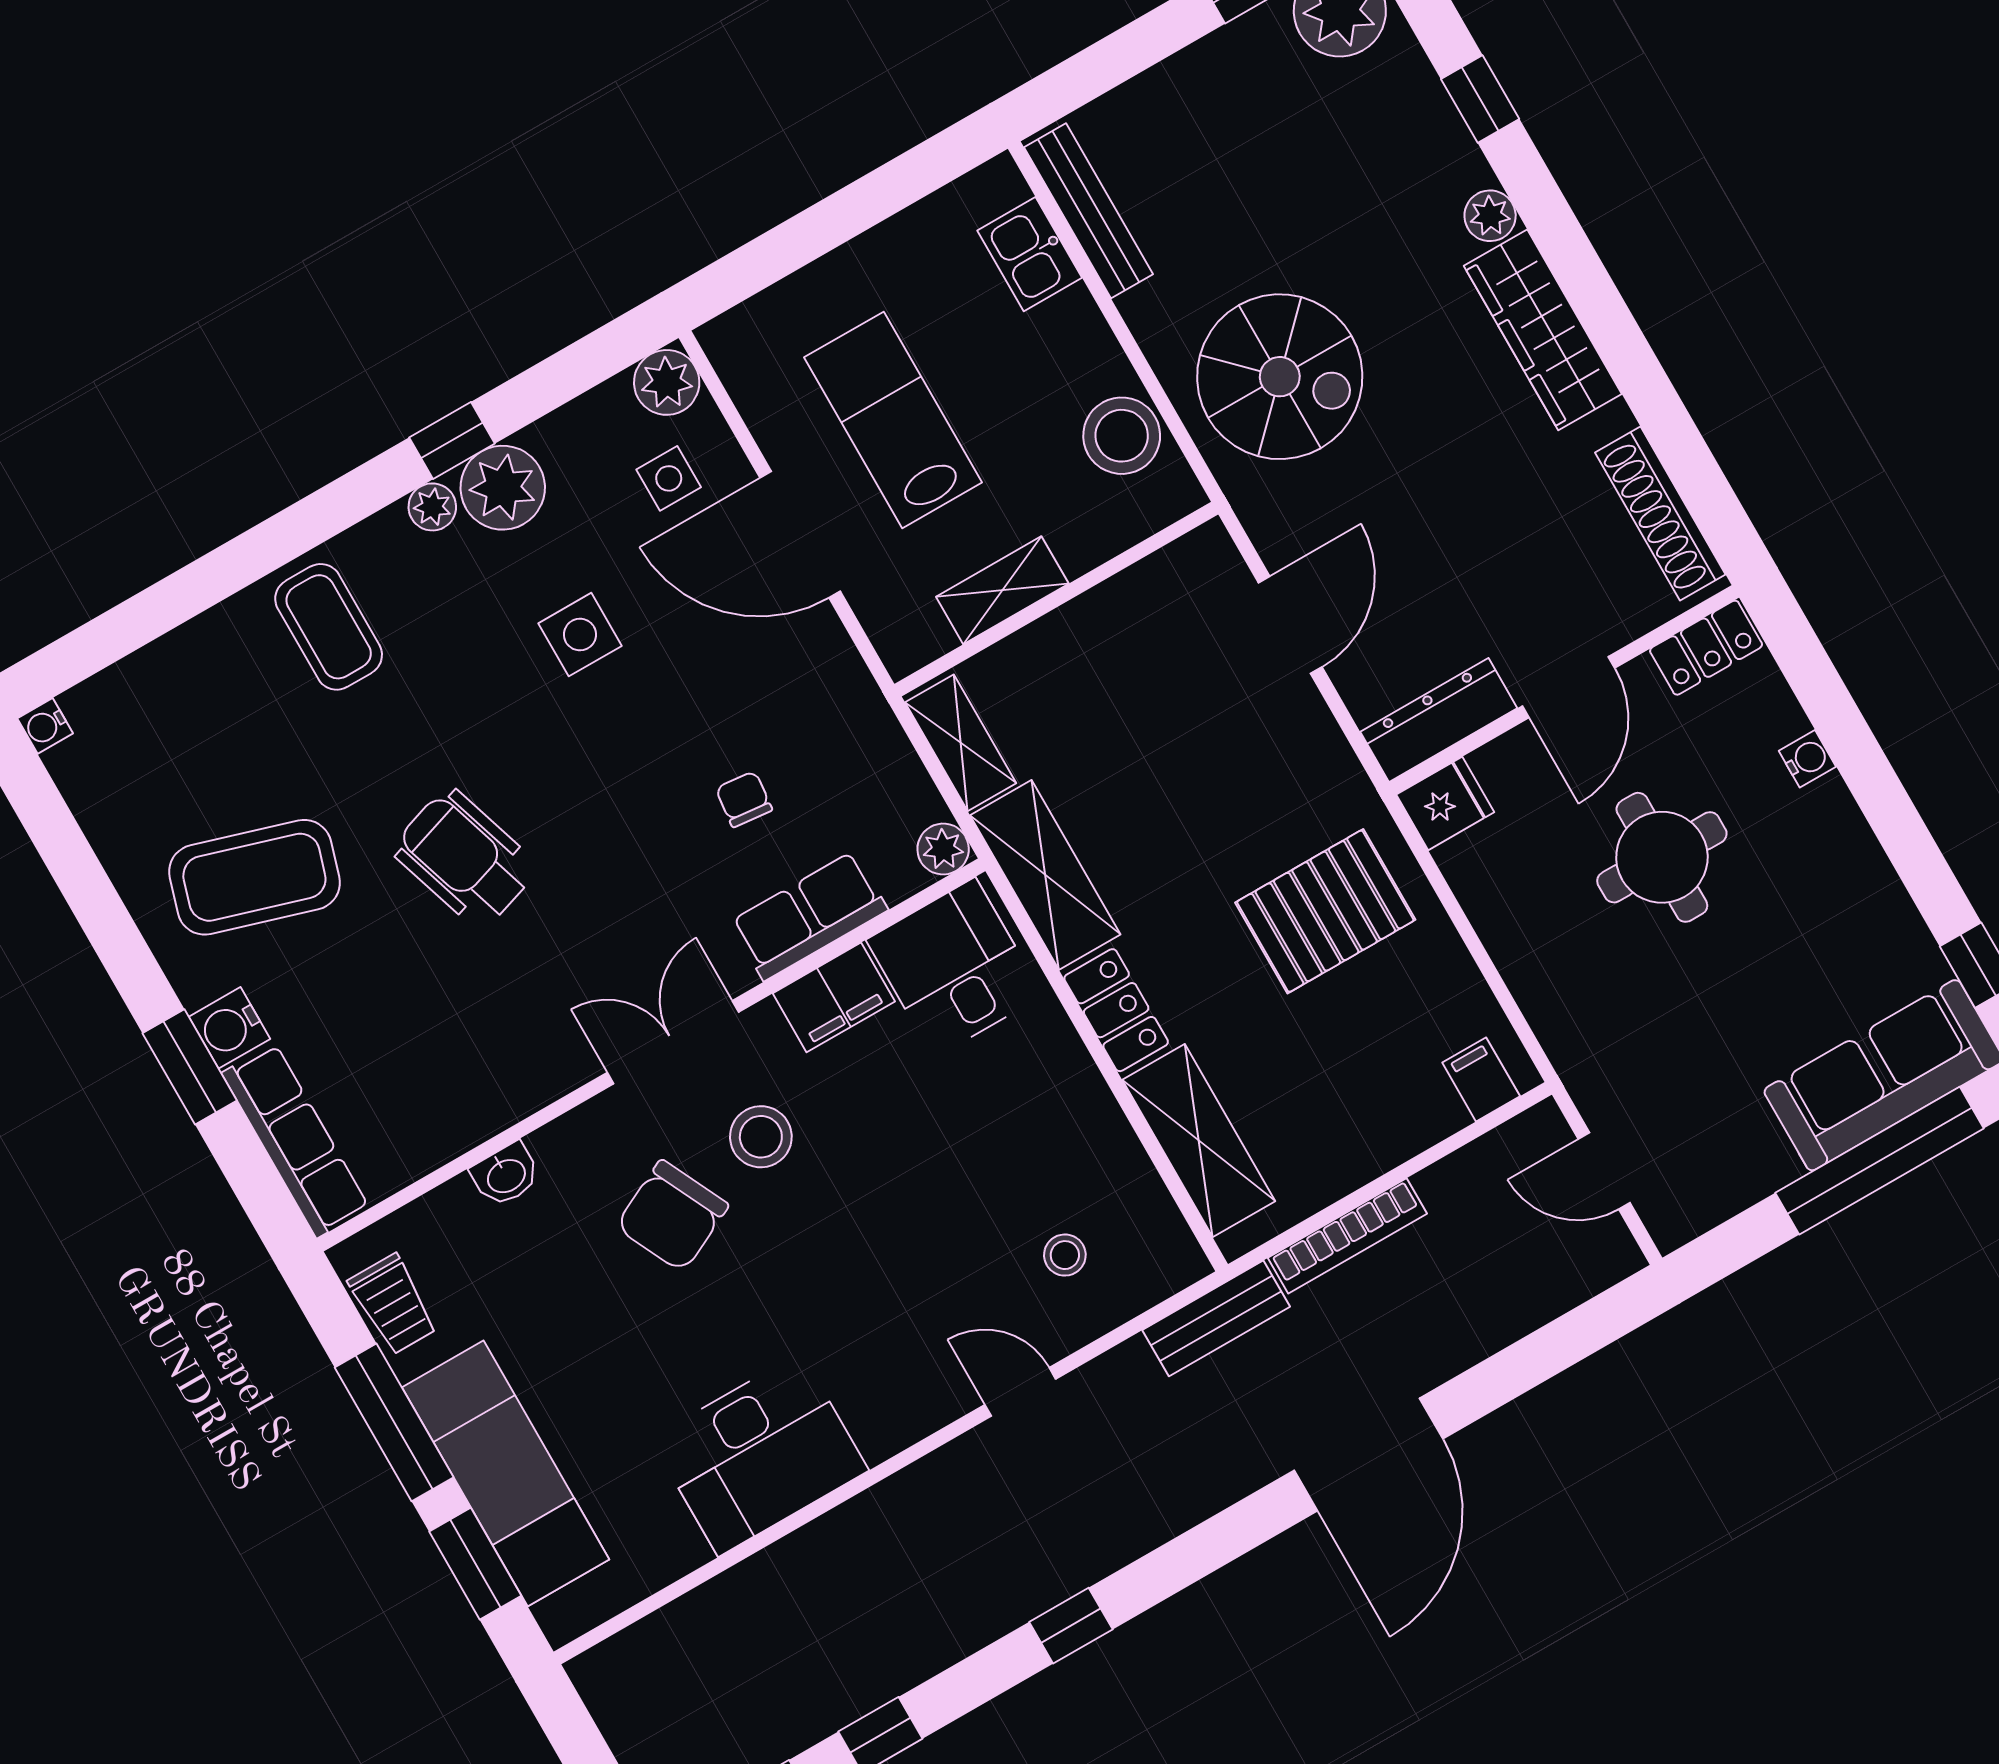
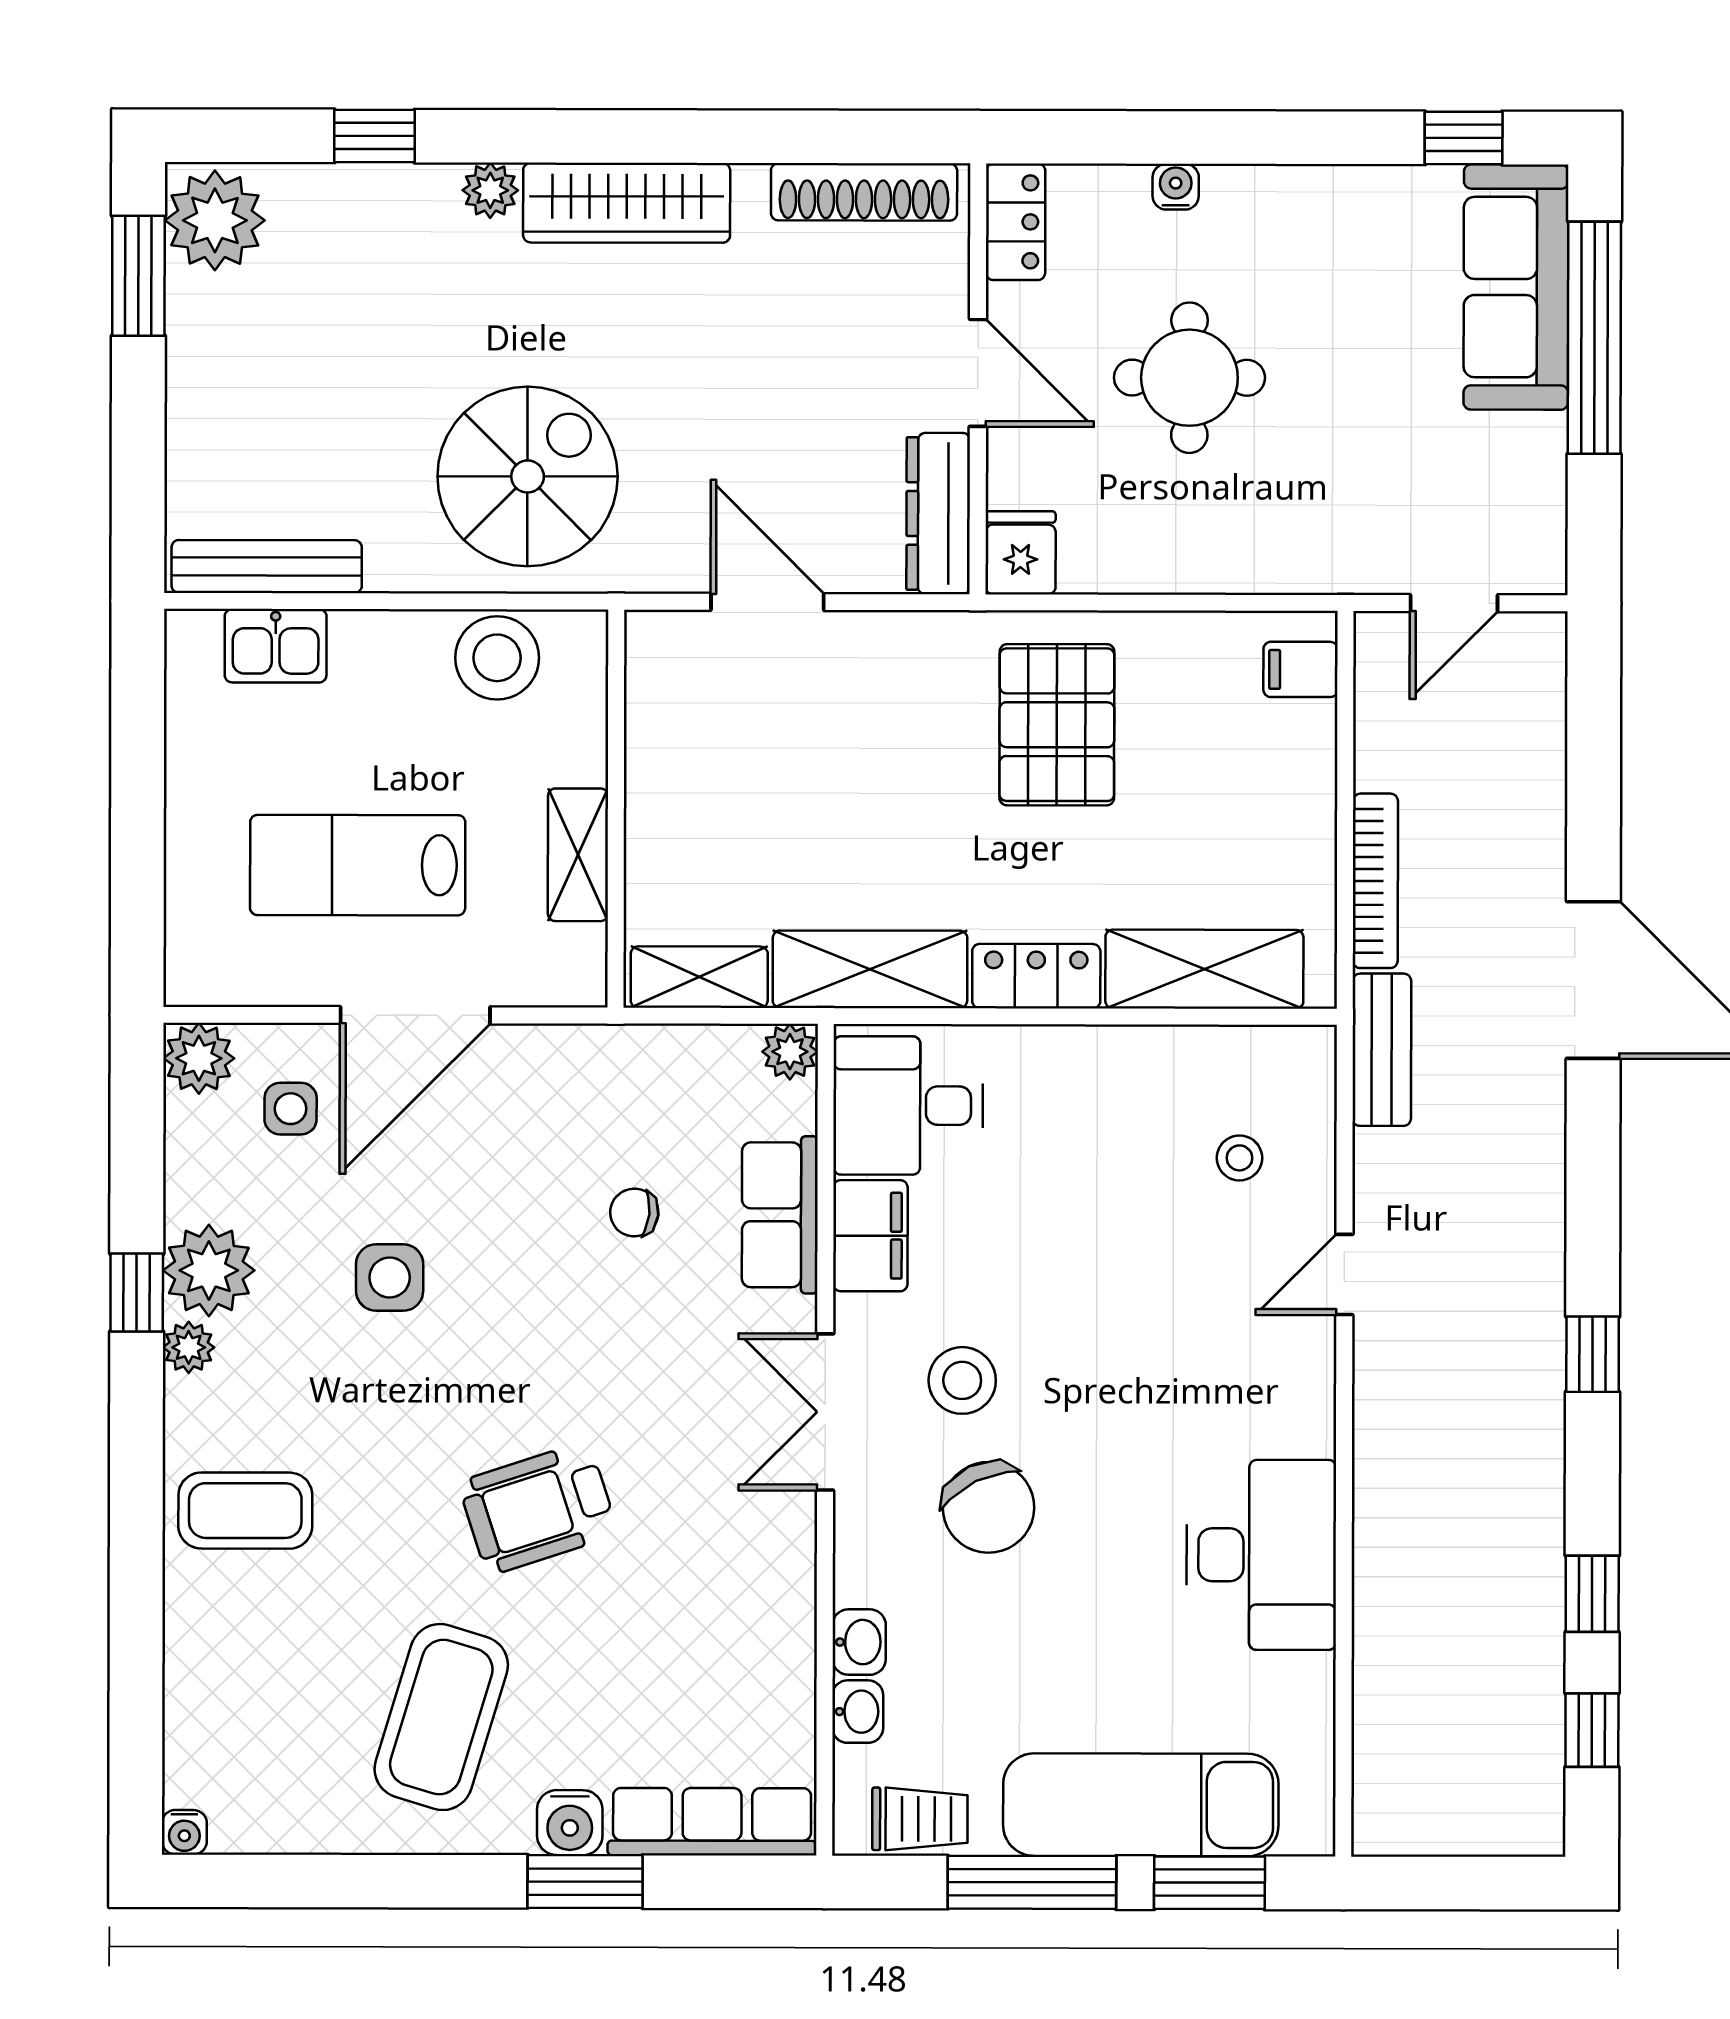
washbasin: (450, 1206) -> (858, 1712), added

